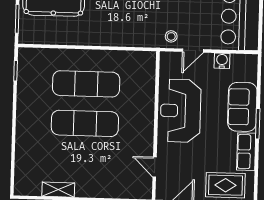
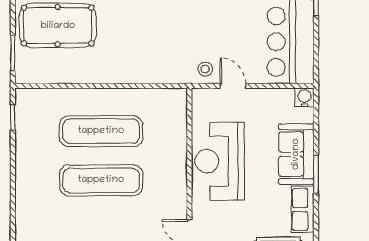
door: (193, 51) -> (233, 86), swing flipped
water cooler: (222, 61) -> (305, 97), moved

